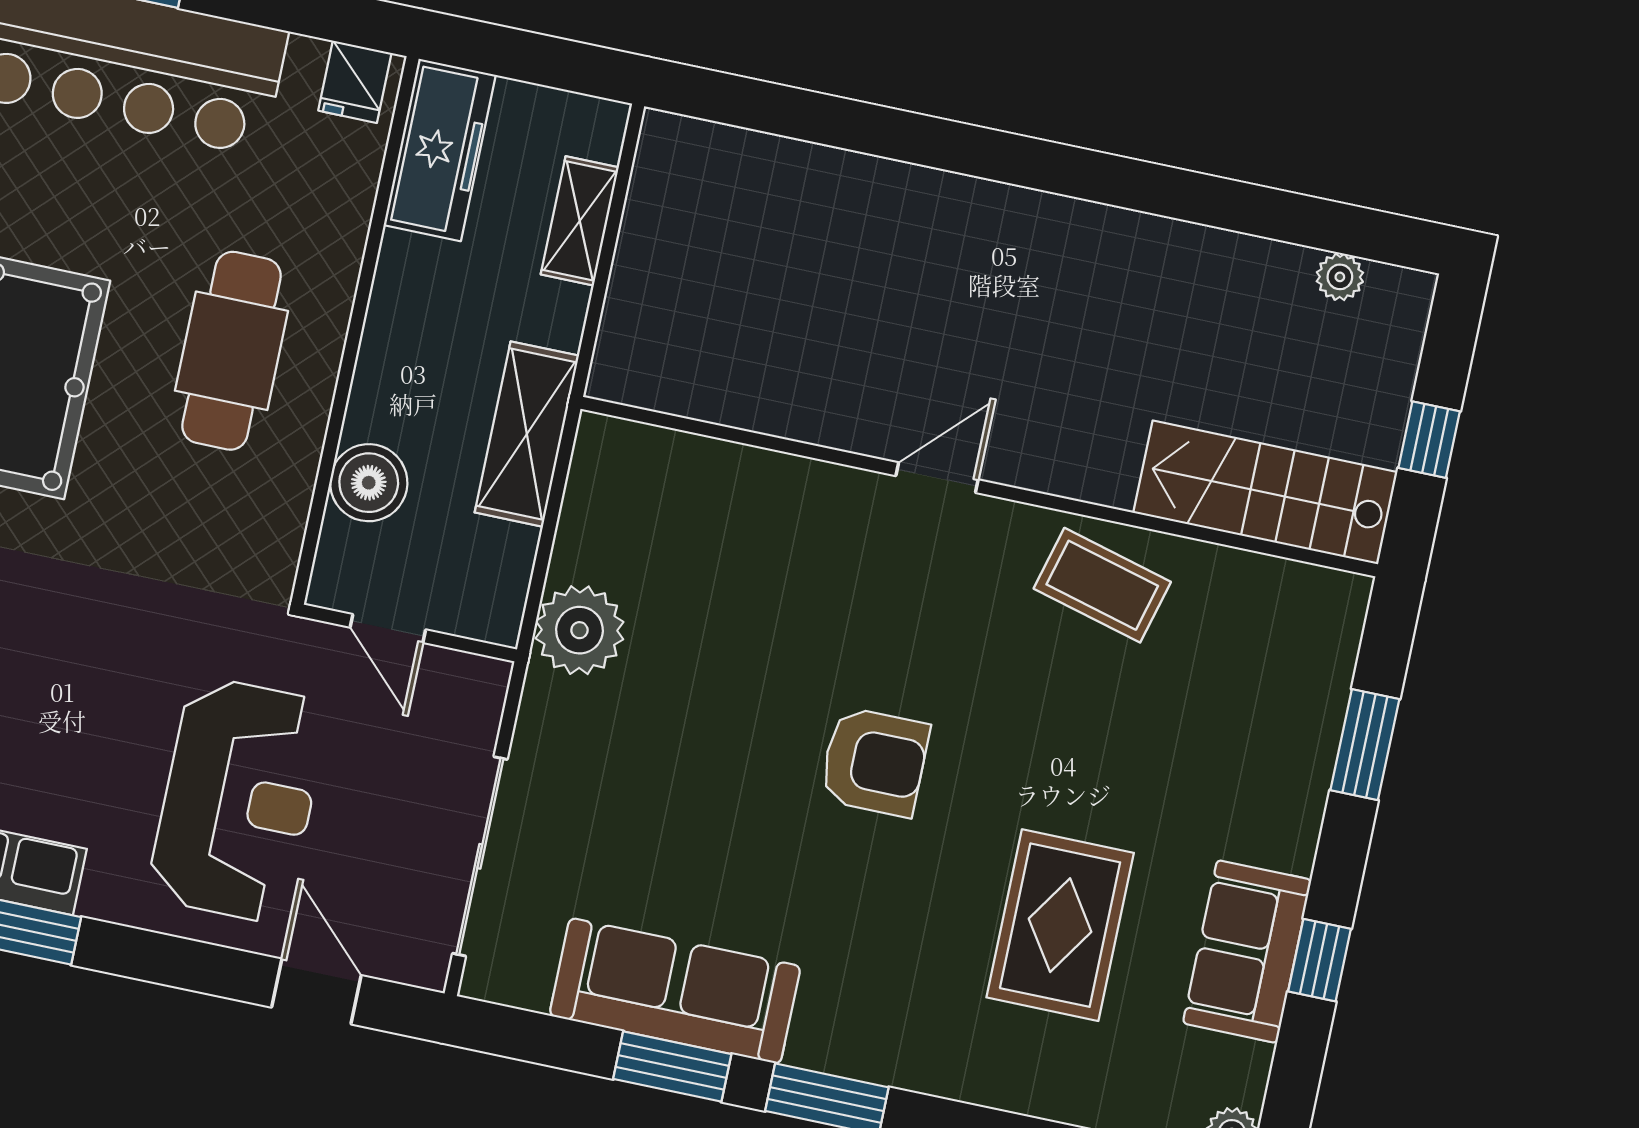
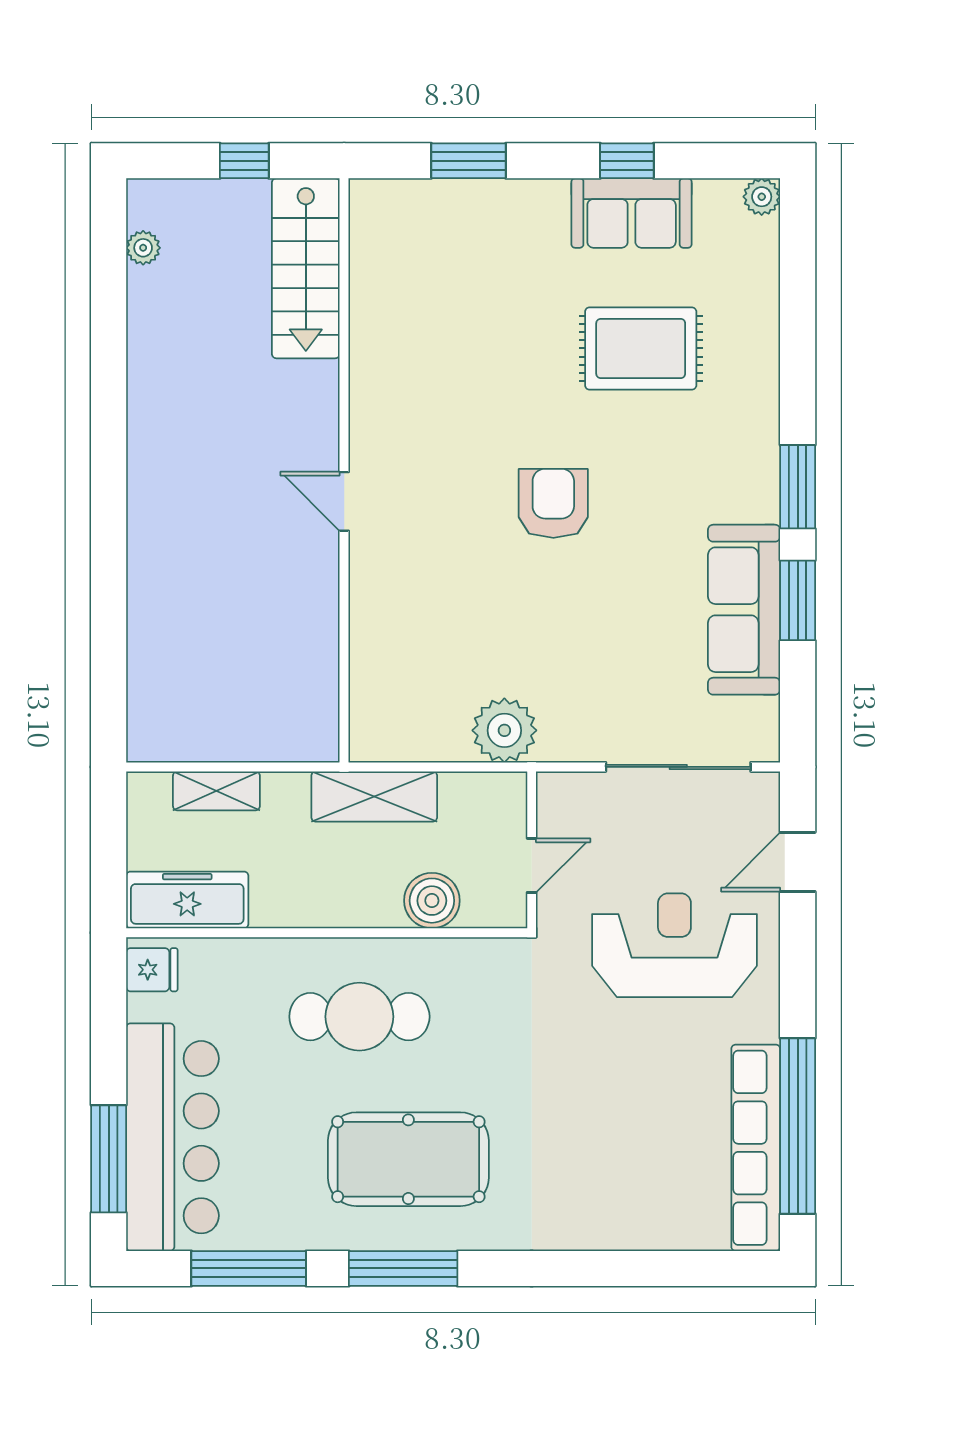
coffee table: (1102, 585) -> (395, 369), removed

